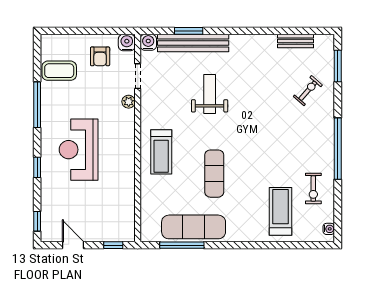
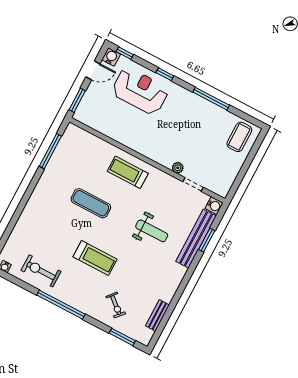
water cooler: (127, 43) -> (111, 57), moved, turned -90
armchair: (100, 56) -> (222, 164), removed
coffee table: (59, 71) -> (239, 137), moved
reception desk: (79, 150) -> (140, 91), moved
exercise bike: (313, 189) -> (41, 271), width x1.38, depth x1.39
treadmill: (281, 211) -> (95, 258), moved
exercise mat: (194, 227) -> (59, 167), removed
window: (113, 245) -> (77, 100), width x1.50

